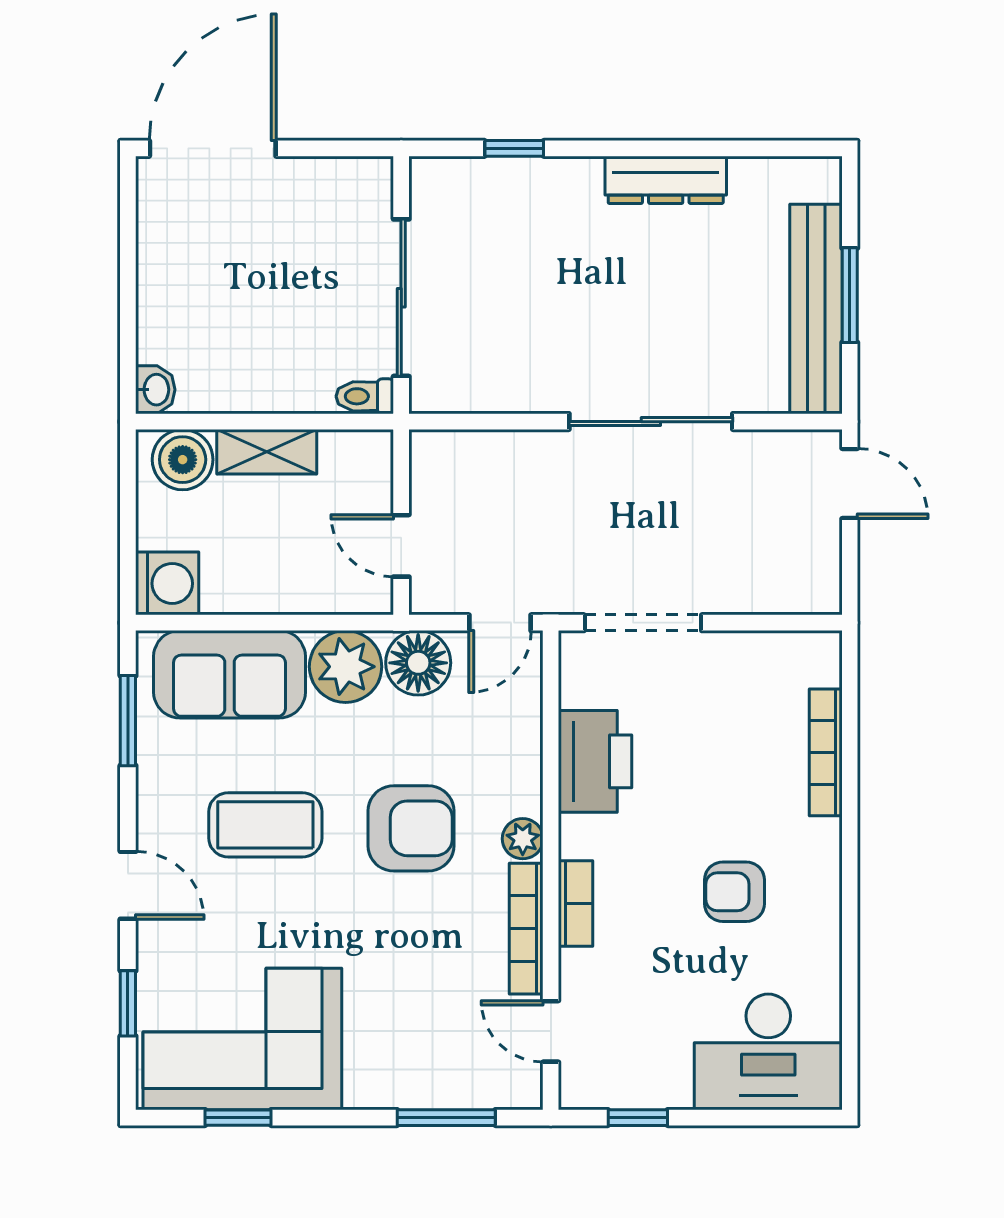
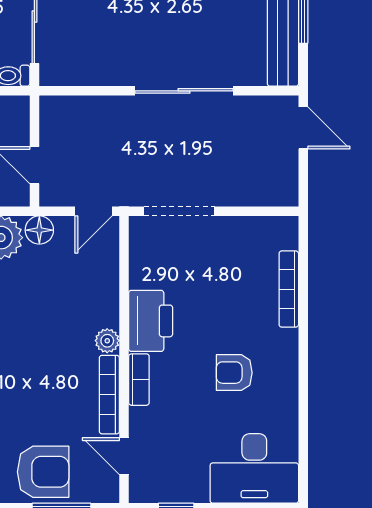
floor lamp: (418, 663) -> (39, 230), width x0.73, depth x0.73
printer: (595, 761) -> (151, 321), moved
armchair: (411, 828) -> (43, 472), moved

